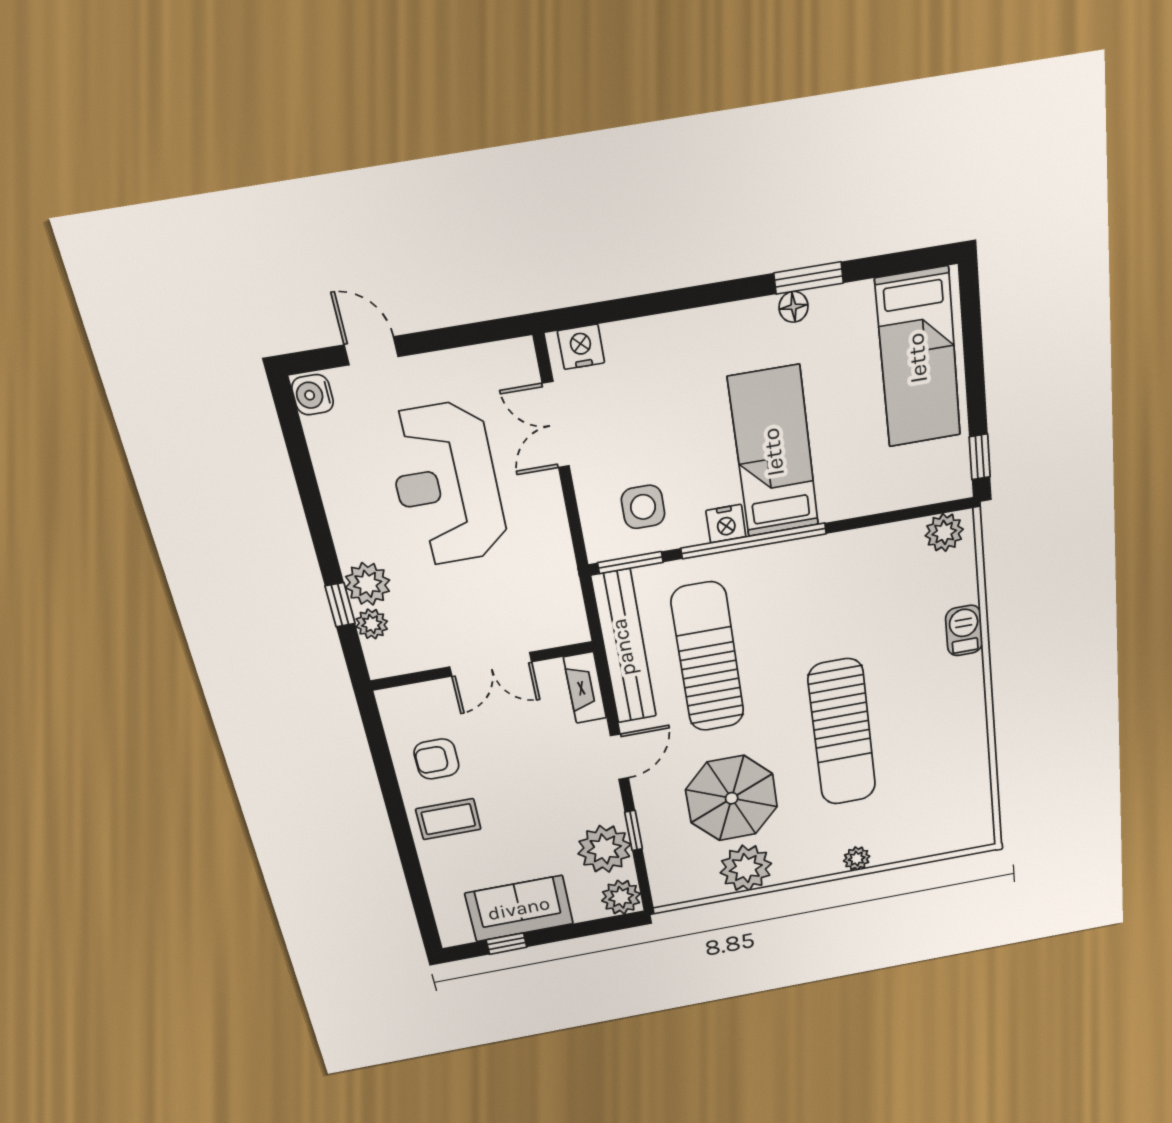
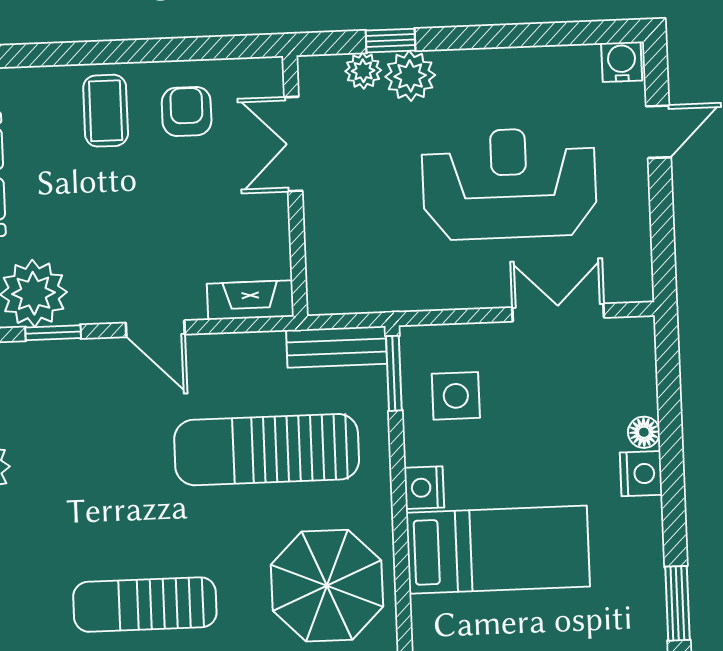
floor lamp: (794, 307) -> (644, 432), moved
nightstand: (581, 347) -> (641, 474), moved
window: (754, 541) -> (400, 518), removed
bench: (624, 647) -> (337, 347), width x0.54, depth x0.82
sun lounger: (708, 657) -> (267, 450), turned 180
double door: (491, 664) -> (293, 144), moved
sun lounger: (842, 733) -> (145, 605), width x0.73, depth x0.75
parasol: (732, 798) -> (327, 586), moved

